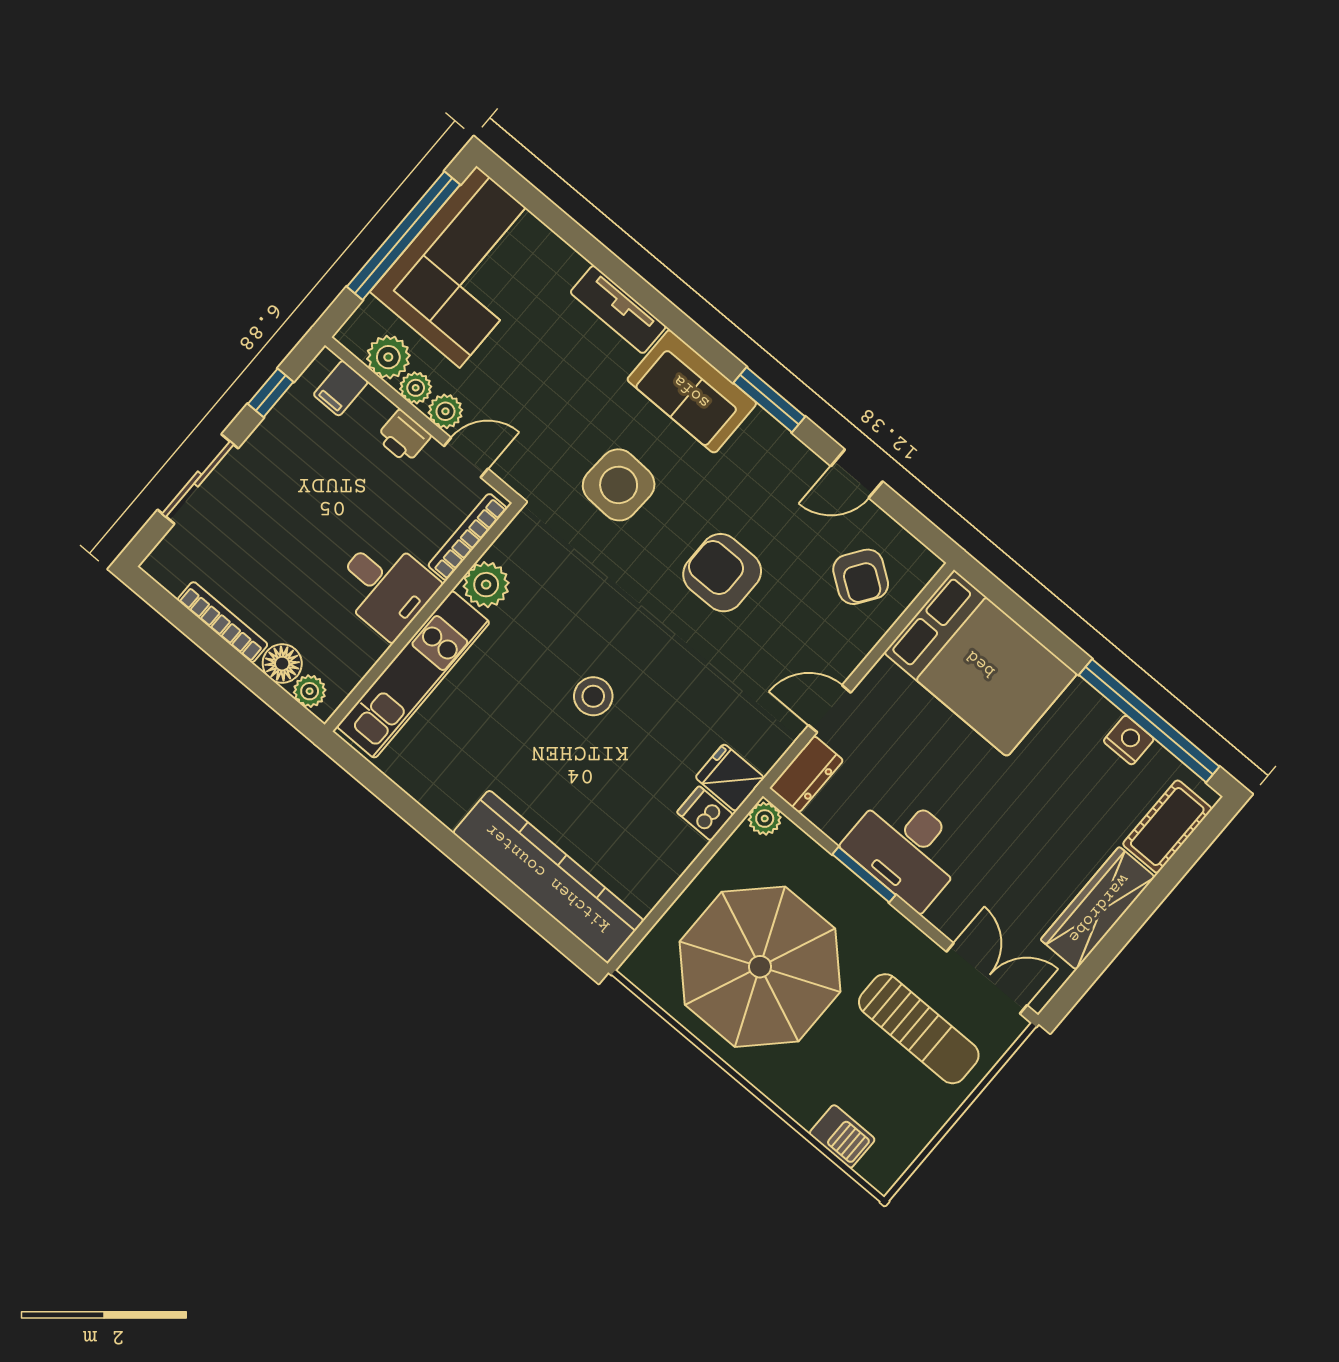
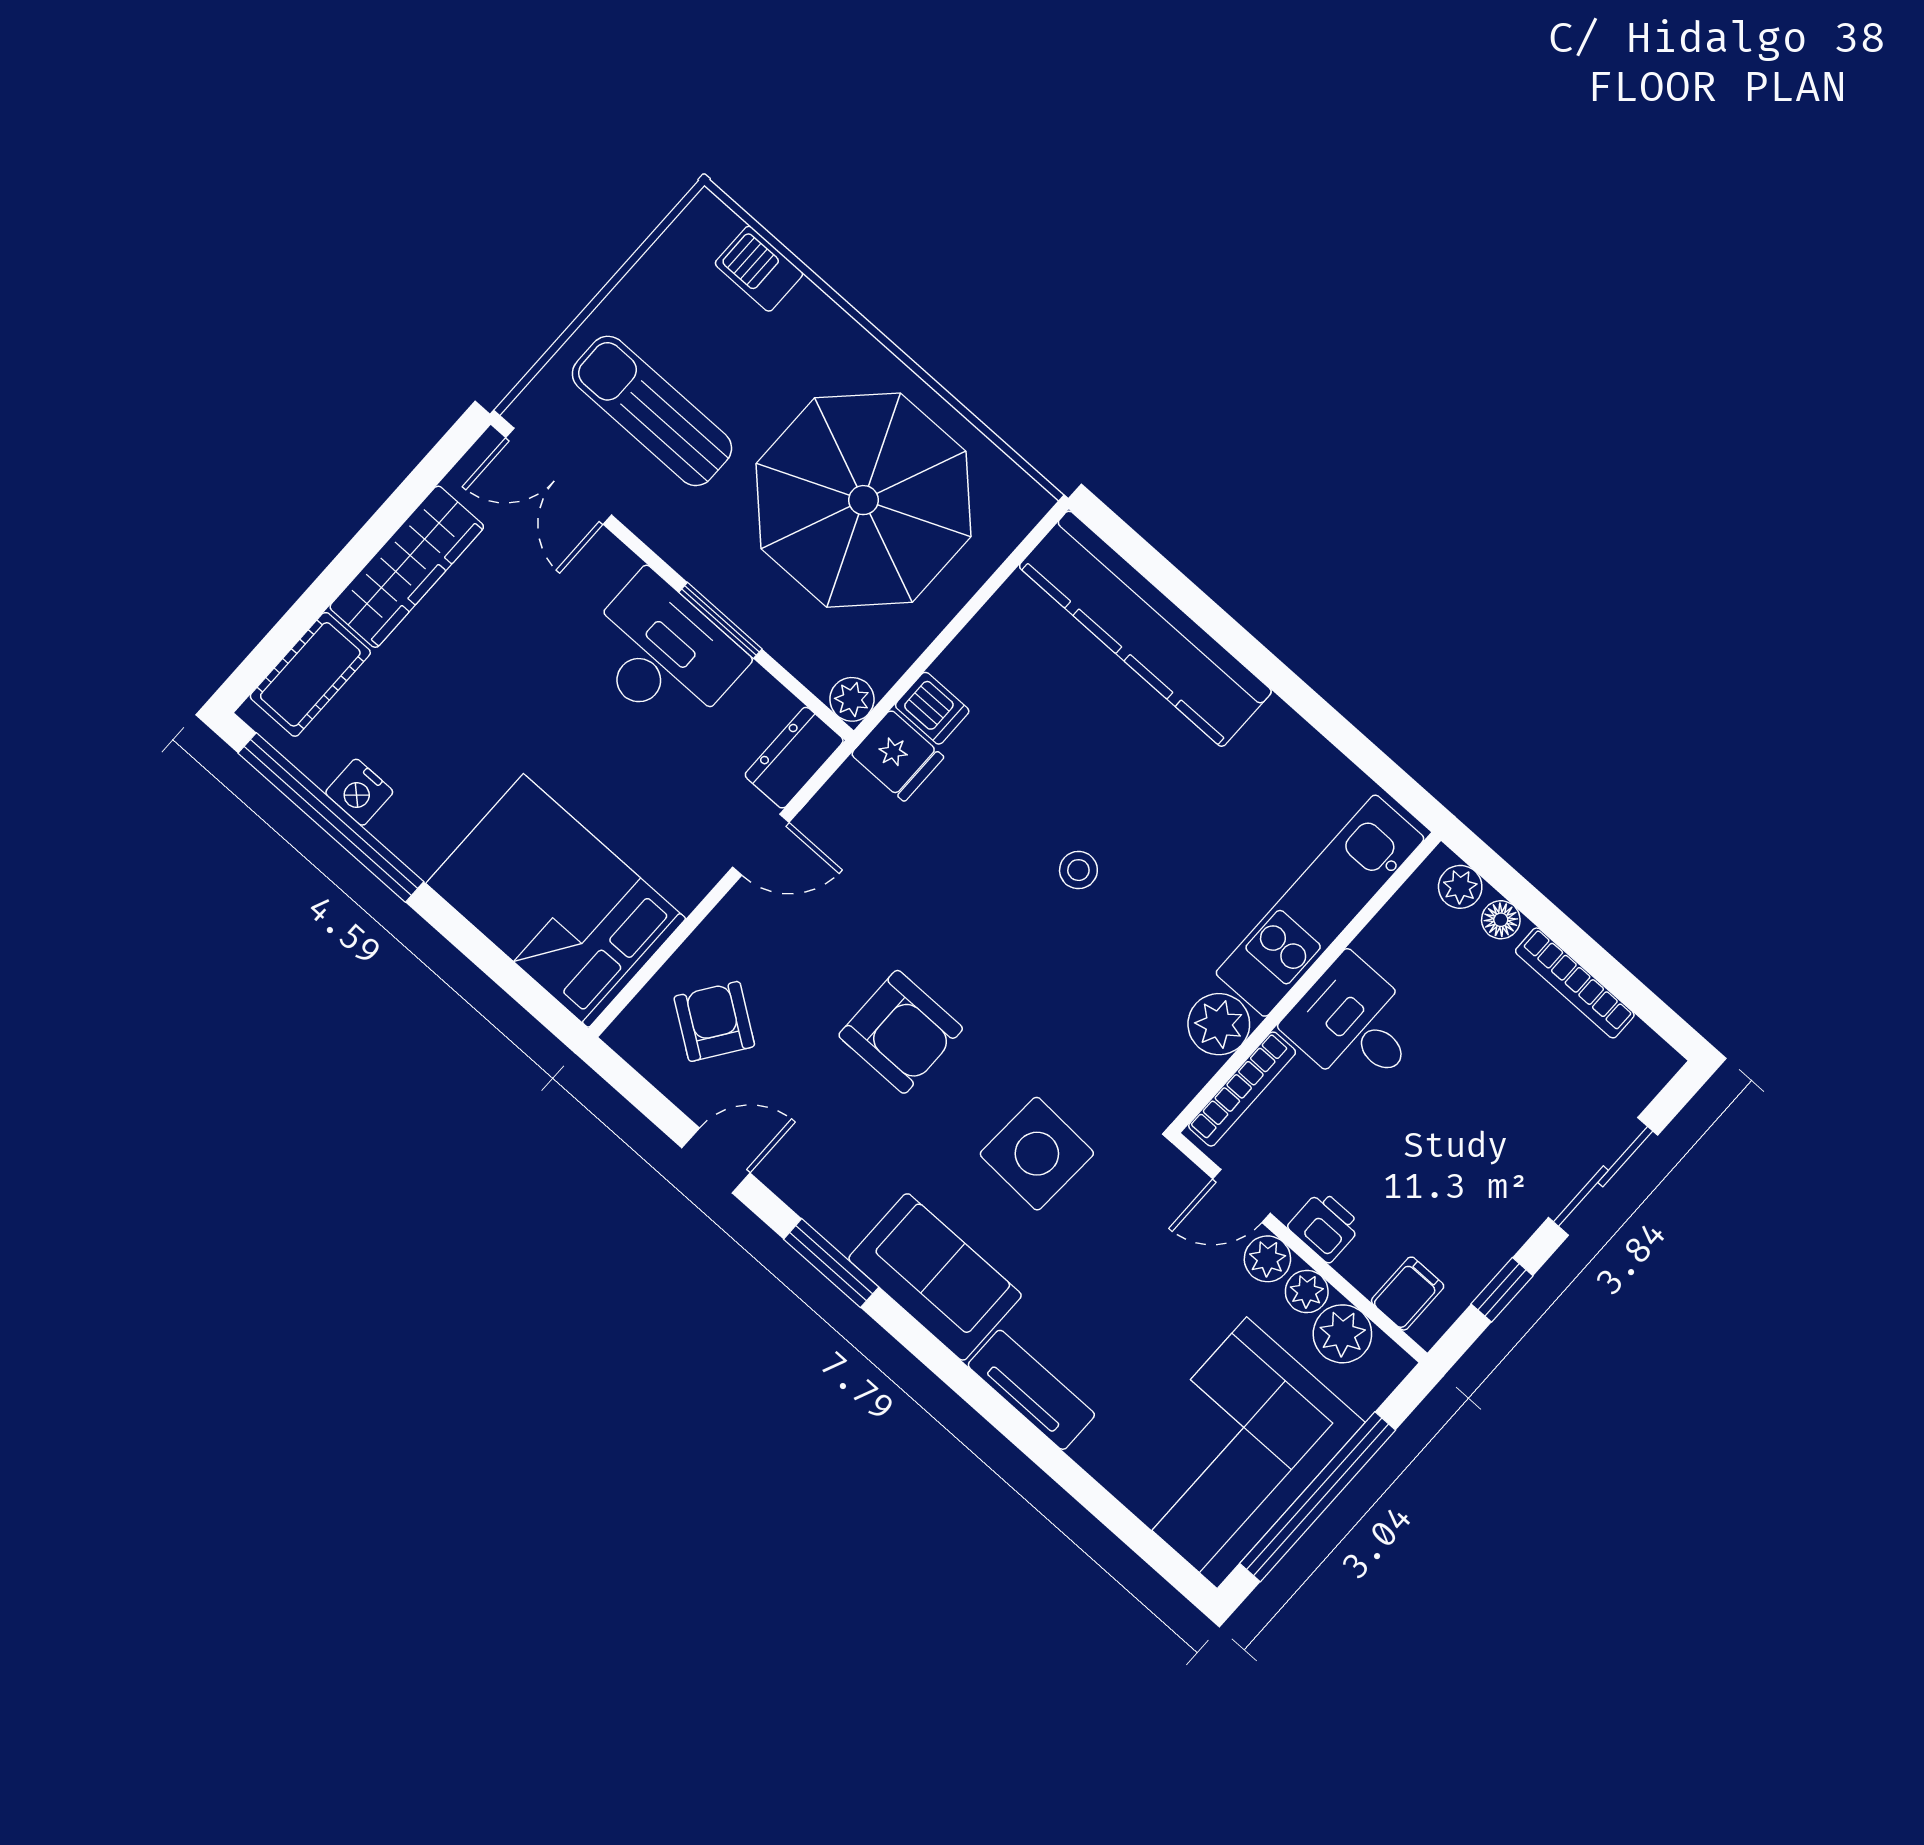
floor lamp: (282, 664) -> (1501, 920), width x0.73, depth x0.73
stool: (593, 696) -> (1078, 870), width x0.73, depth x0.73

